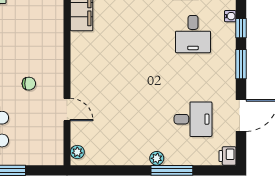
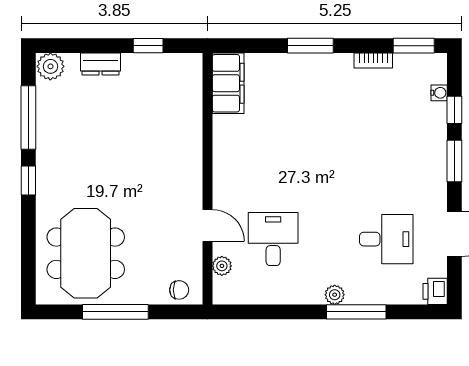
desk: (193, 34) -> (273, 239), moved, turned 180
chair: (29, 84) -> (179, 290), moved
plant: (77, 152) -> (222, 266), moved

